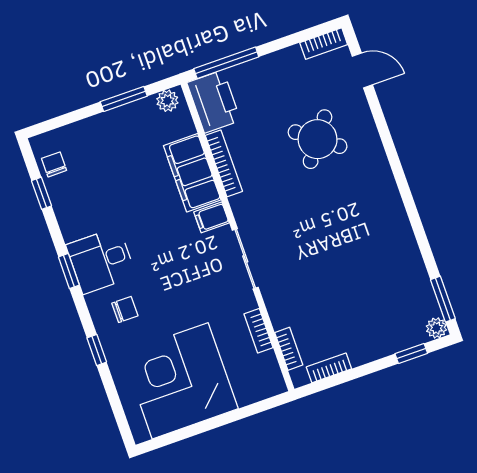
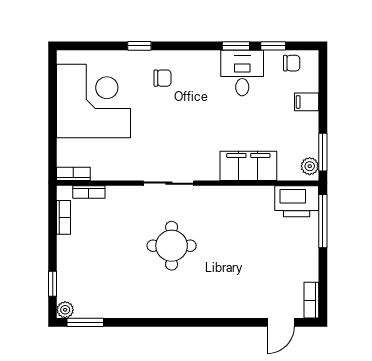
window: (124, 99) -> (323, 152), moved
round table: (318, 139) -> (172, 246), moved, turned -37
bookcase: (224, 163) -> (247, 192), removed
filing cabinet: (212, 217) -> (307, 102), moved, turned -90
desk: (101, 260) -> (242, 73), moved
window: (69, 271) -> (236, 46), moved
chair: (125, 309) -> (163, 78), turned -90
bookcase: (258, 331) -> (73, 174), moved

